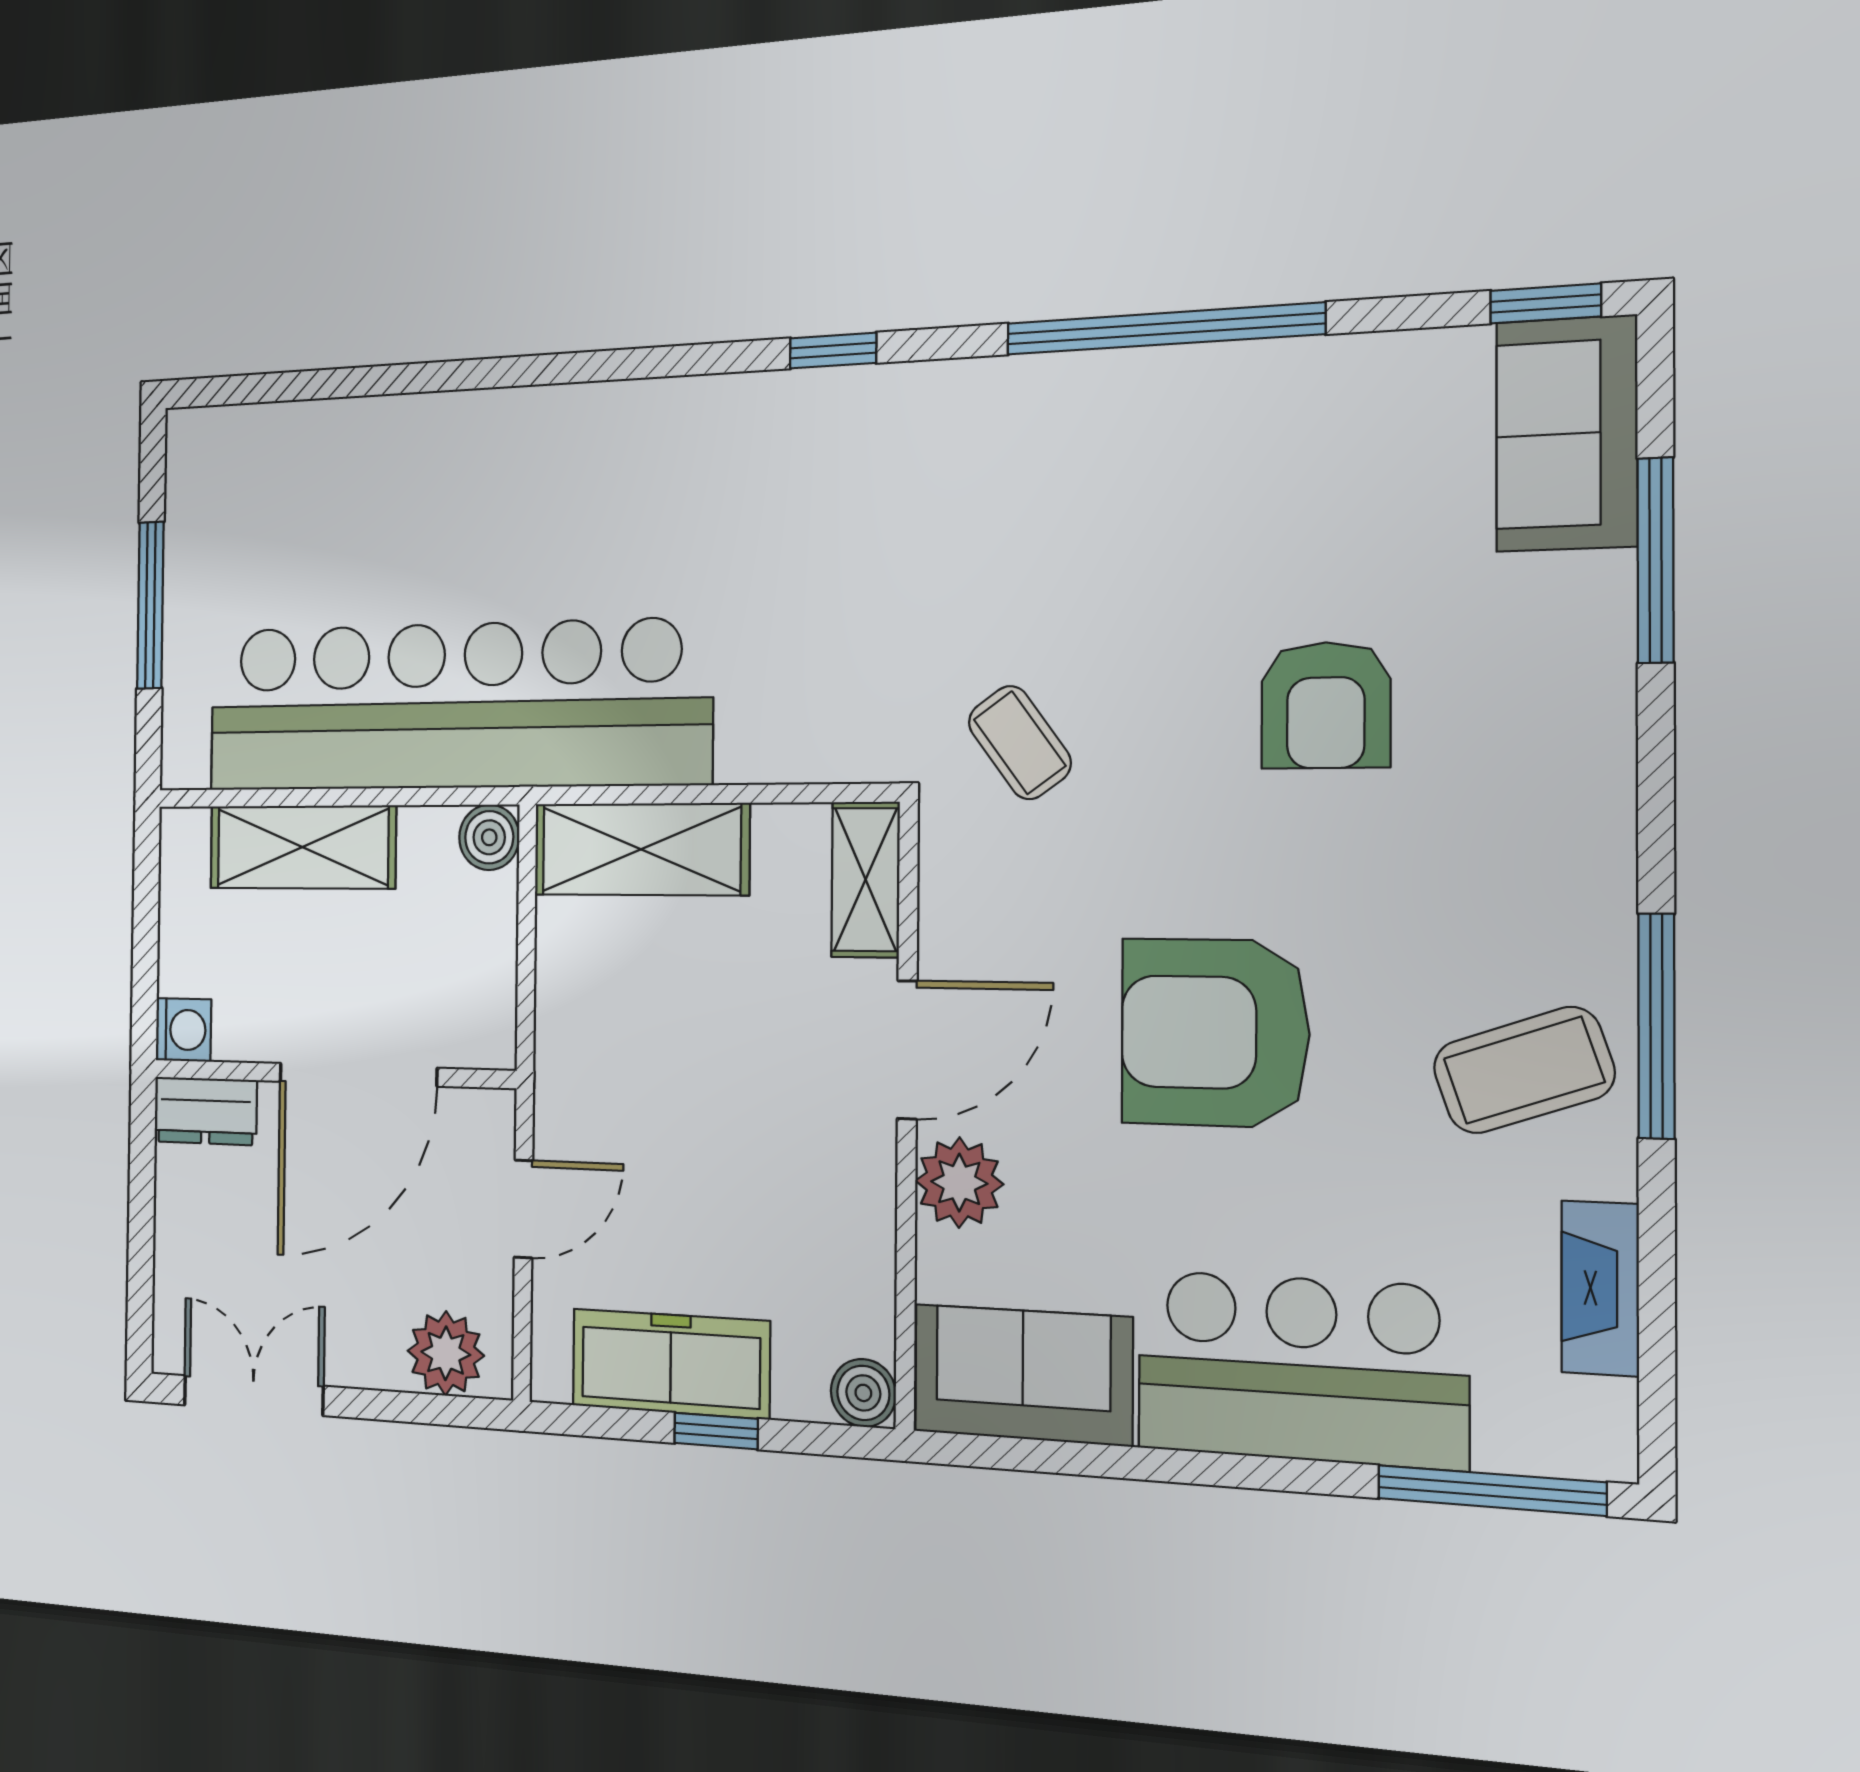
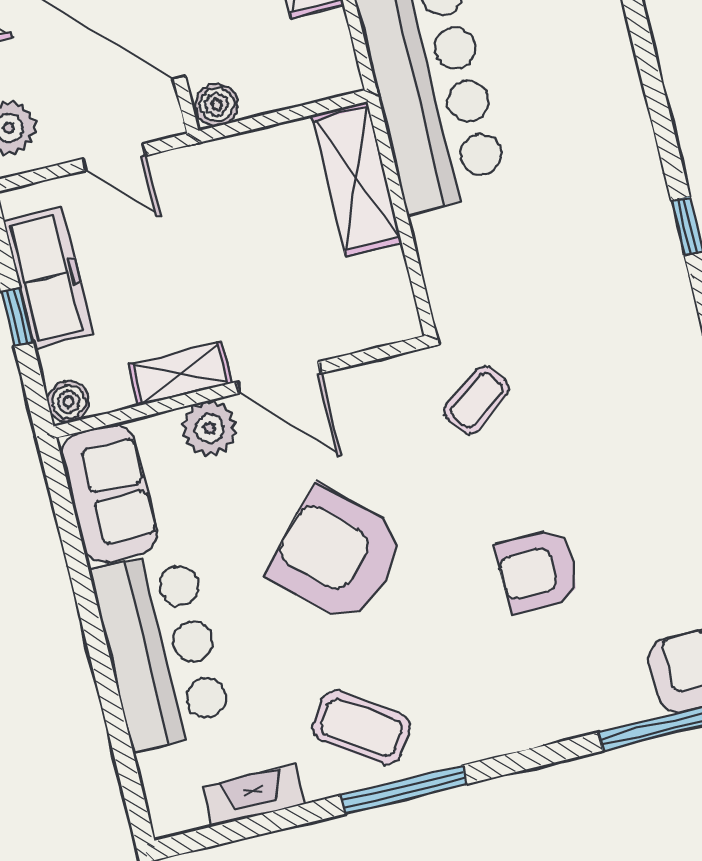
boiler: (489, 837) -> (217, 105), moved
shelving: (866, 880) -> (180, 374), moved
armchair: (1215, 1033) -> (337, 555), turned -47
coffee table: (1524, 1070) -> (361, 727), turned -37
window: (1491, 1490) -> (127, 766), removed

